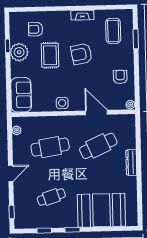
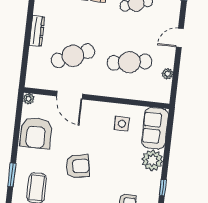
plant: (19, 52) -> (152, 160), moved
rug: (50, 55) -> (115, 170), removed
armchair: (120, 77) -> (36, 133), width x1.88, depth x1.88
side table: (62, 103) -> (122, 124), moved
plant: (17, 130) -> (167, 74), moved

